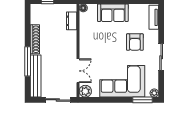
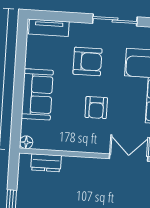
armchair: (107, 49) -> (96, 108), added

